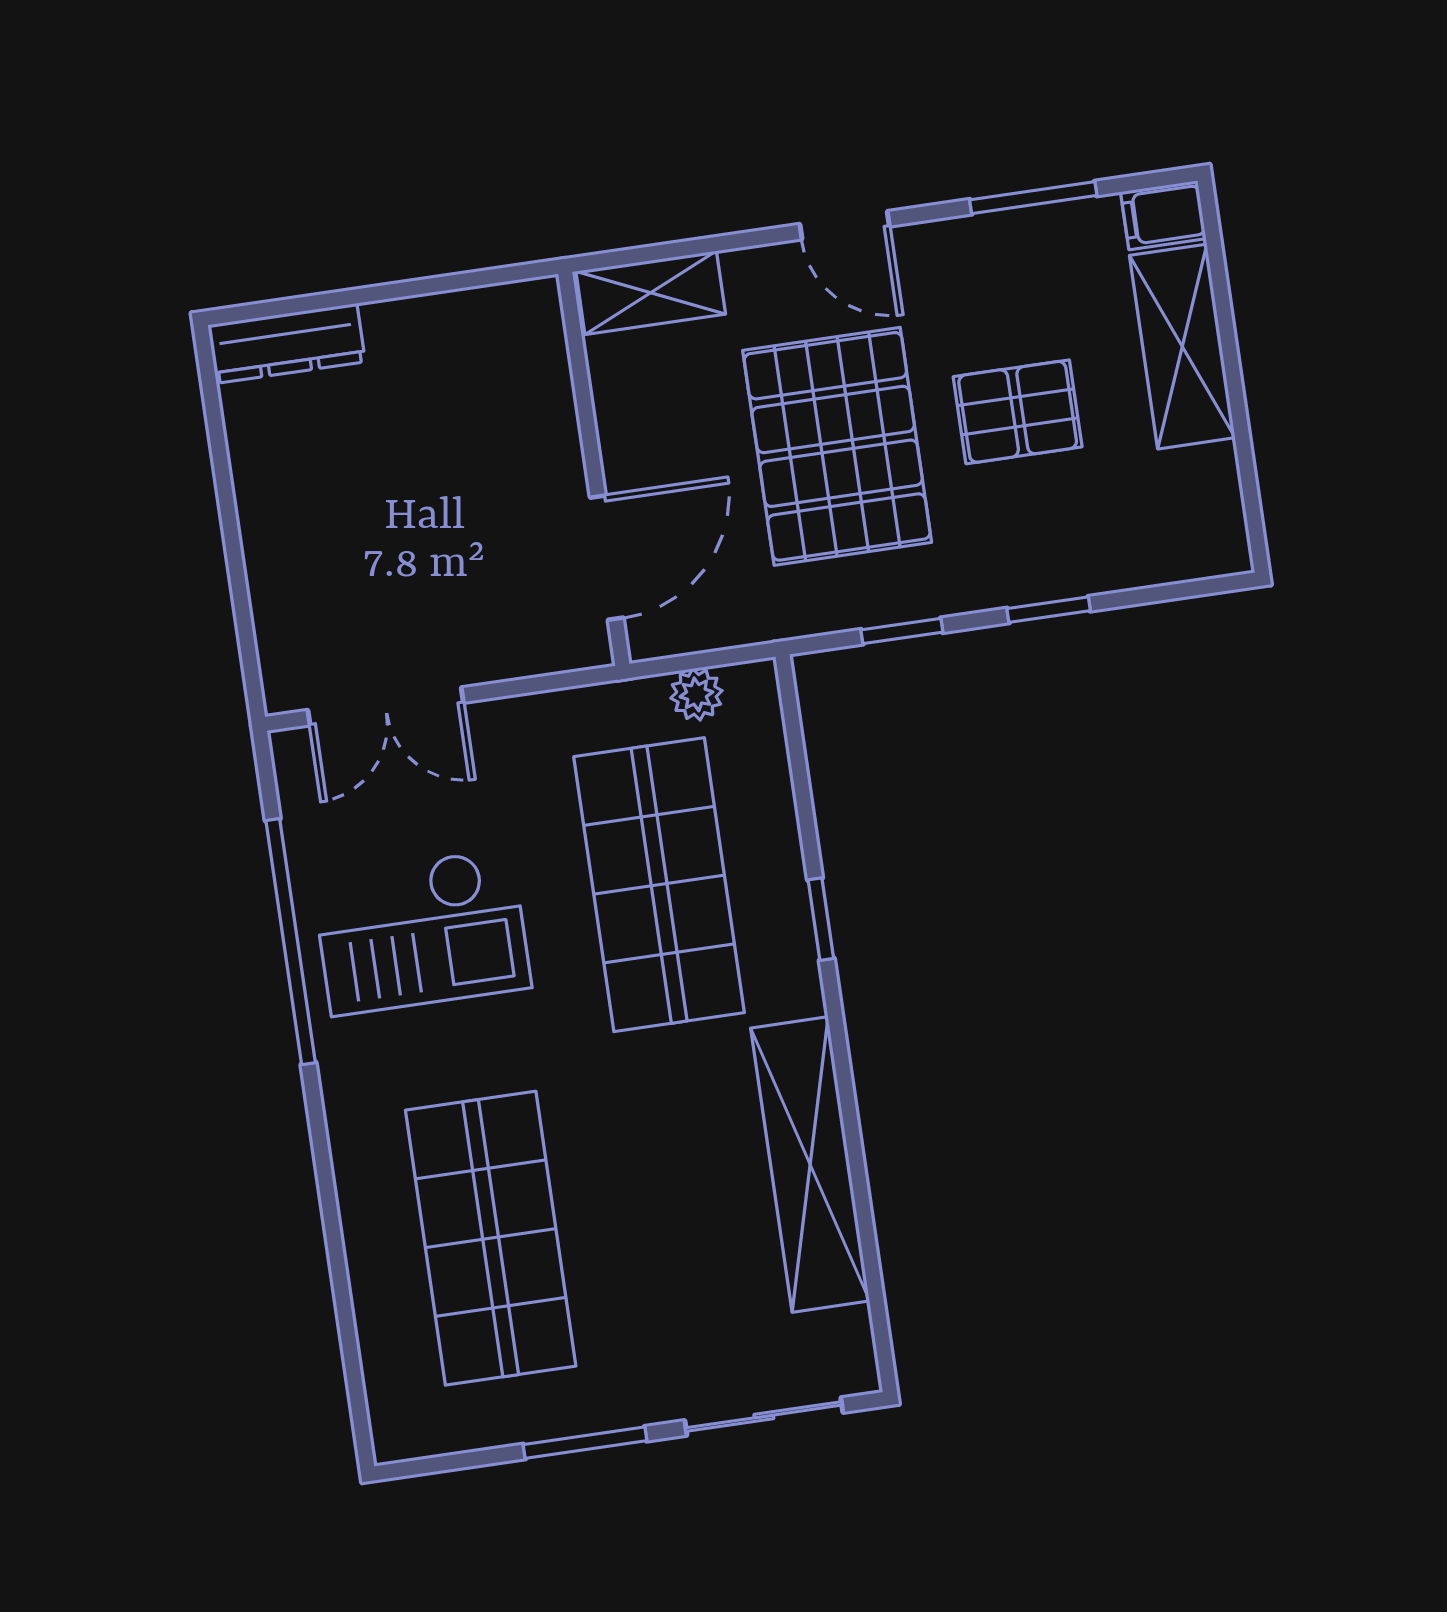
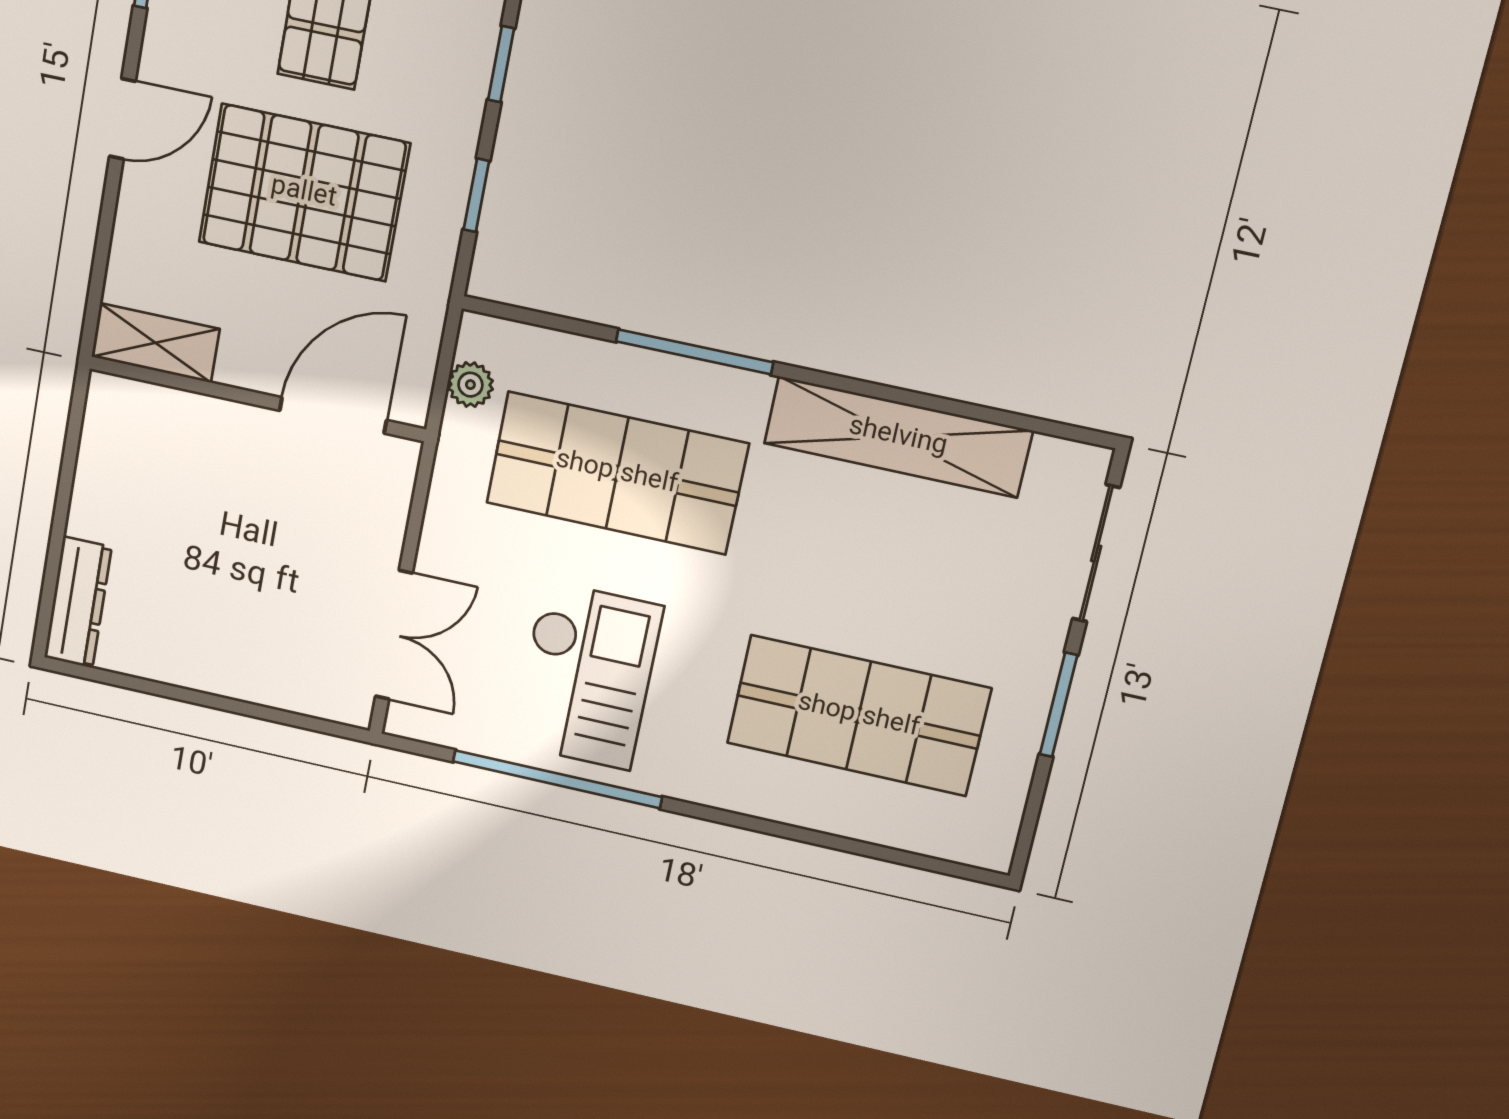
shelving: (651, 293) -> (155, 343), moved, turned 90
door: (607, 558) -> (333, 415), hinge flipped
window: (821, 919) -> (694, 352), width x2.17

